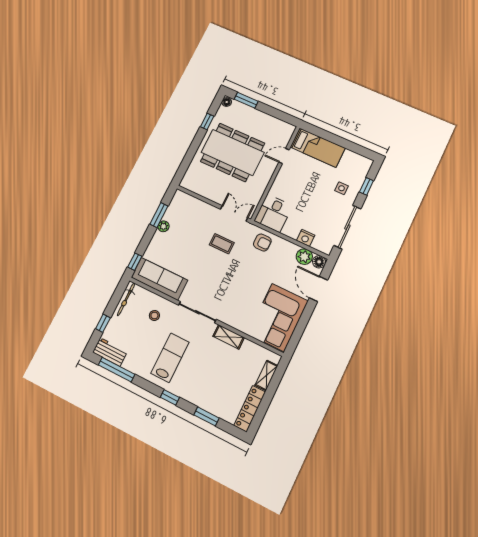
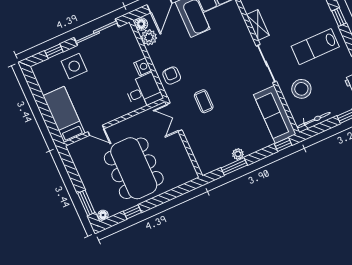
side table: (342, 188) -> (74, 66), width x1.87, depth x1.87
nightstand: (306, 238) -> (143, 67), moved
stool: (154, 315) -> (301, 89), width x1.89, depth x1.89

